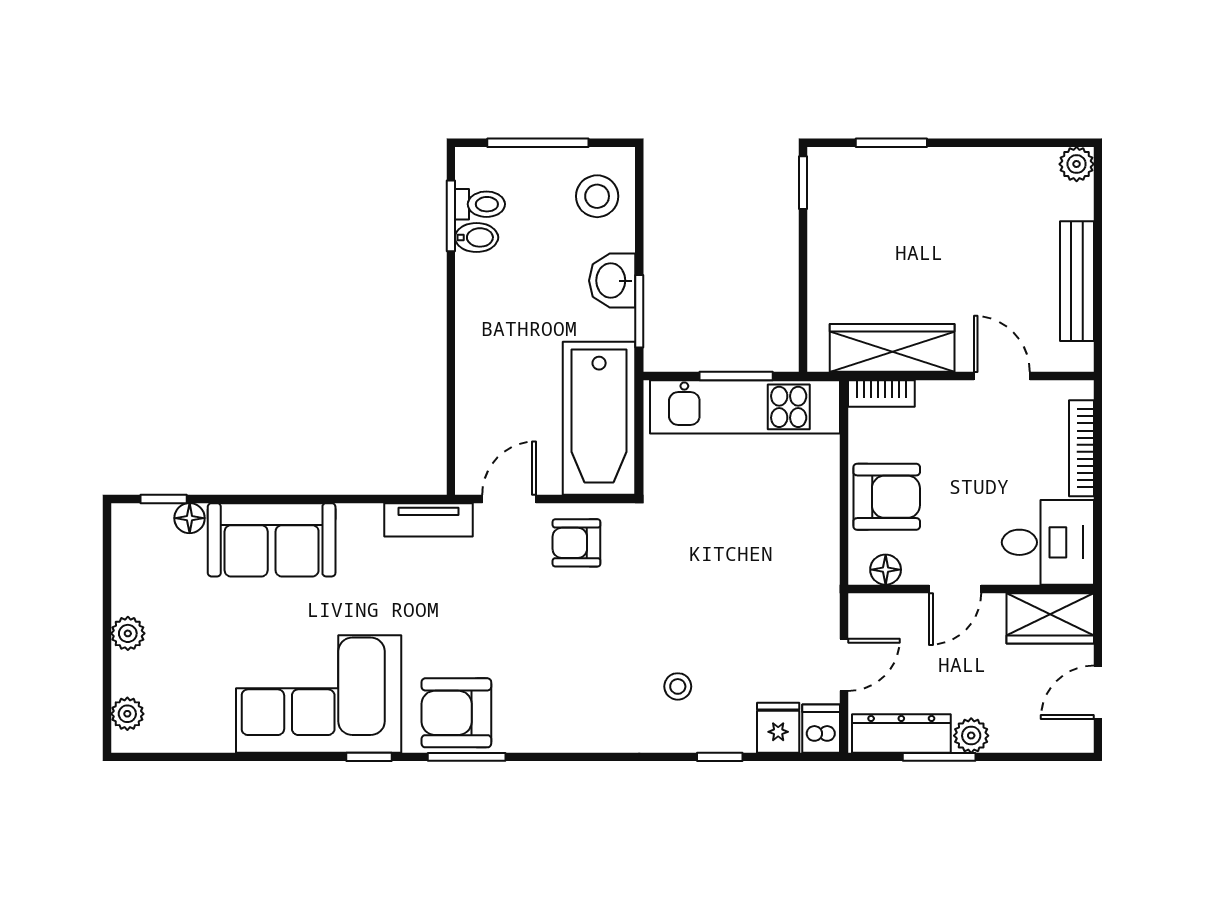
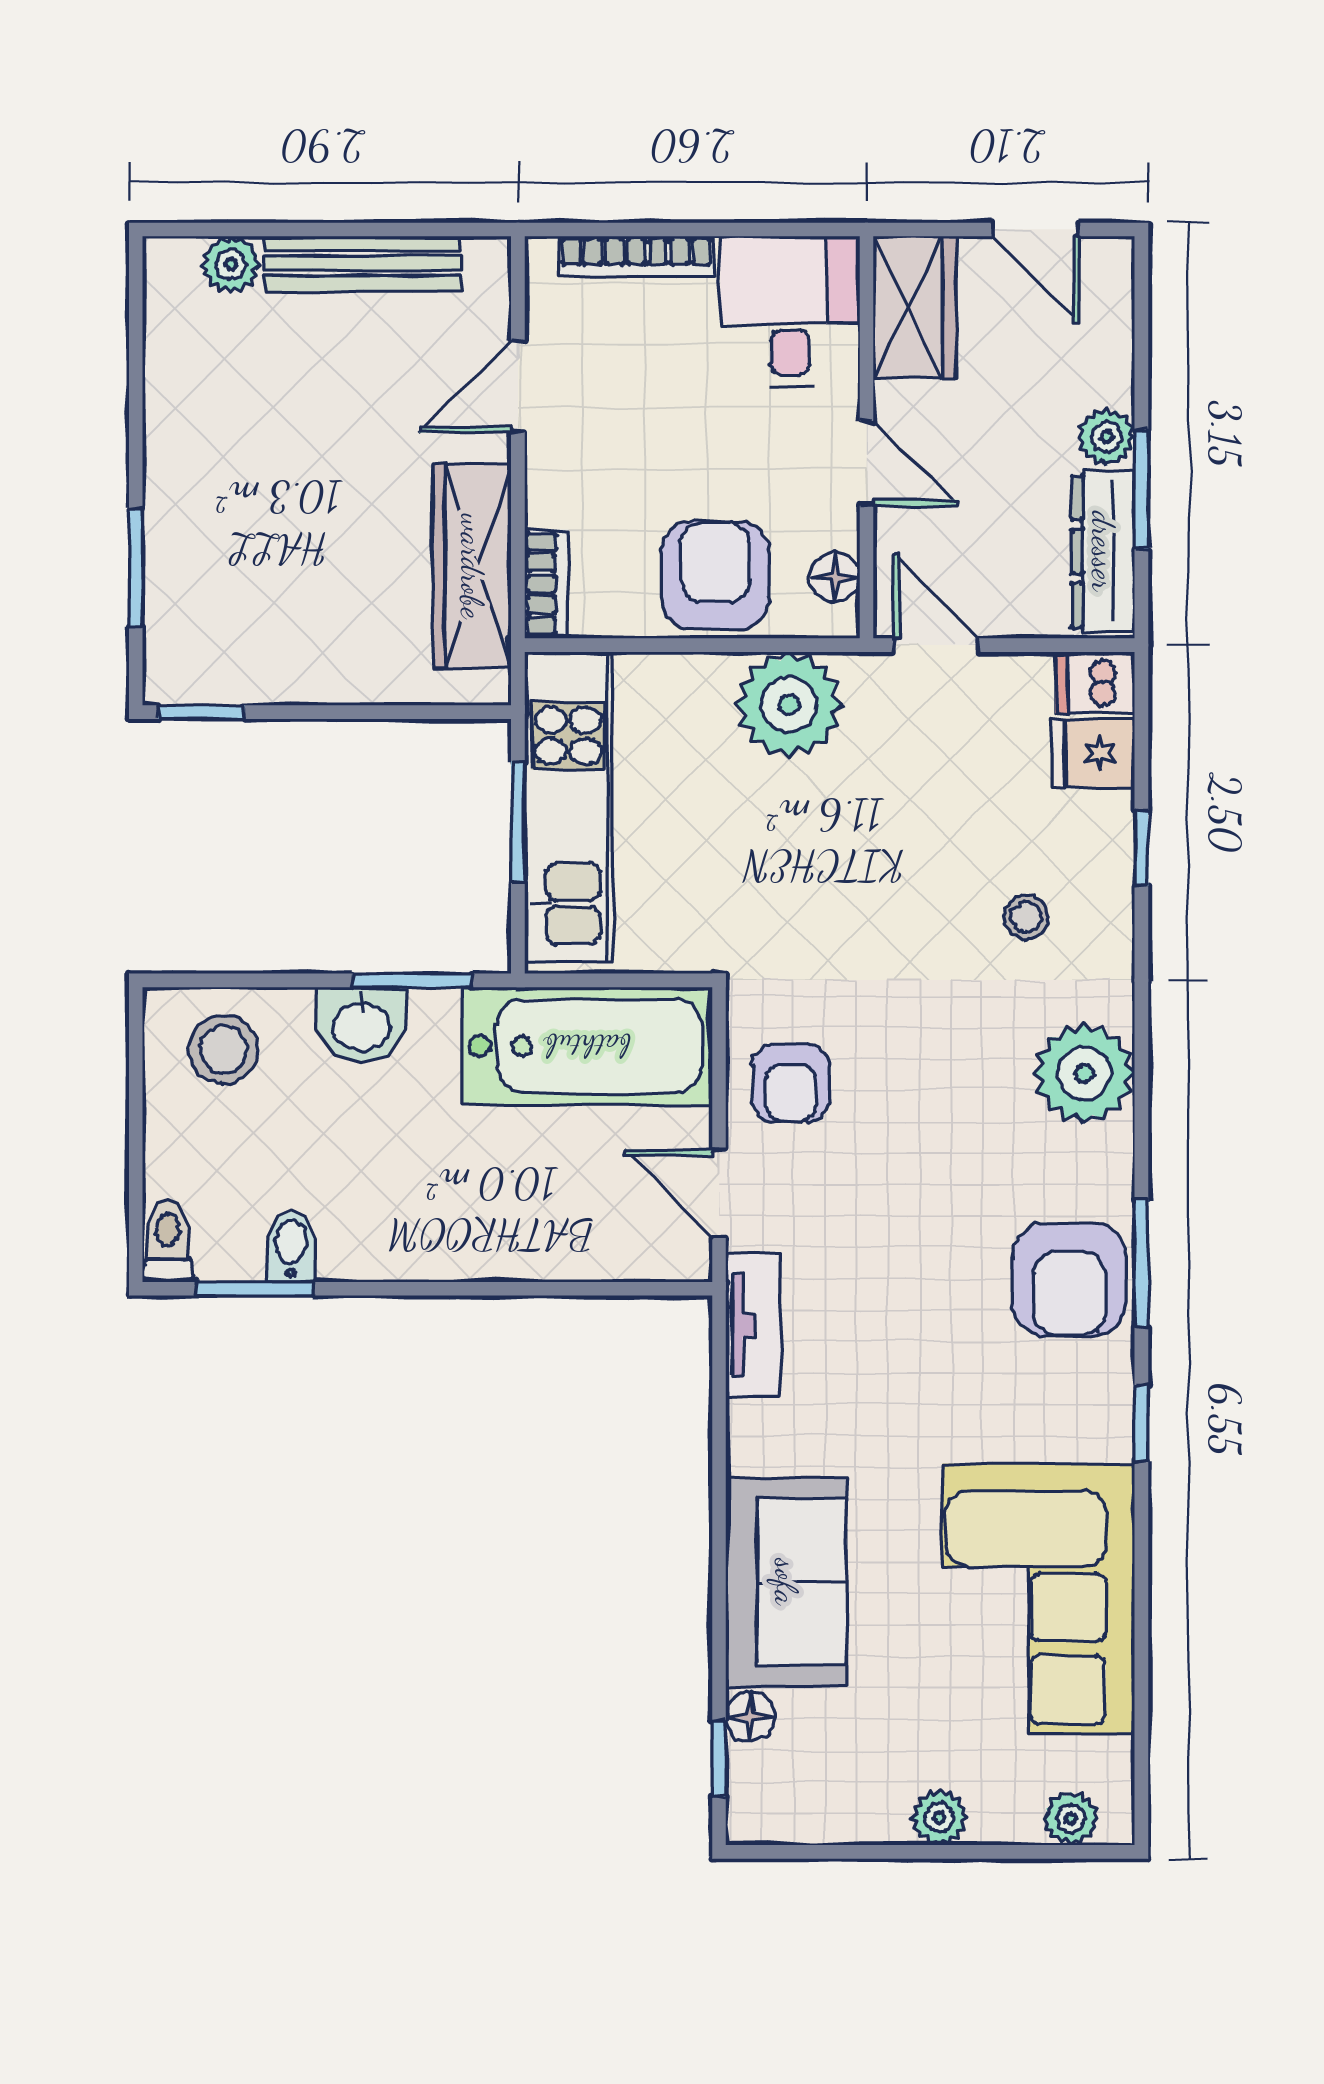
window: (538, 143) -> (136, 1146), removed
plant: (1077, 164) -> (231, 264), moved
toilet: (480, 204) -> (168, 1241), moved
plant: (808, 542) -> (789, 705), added
door: (844, 665) -> (936, 645), moved
corner sofa: (319, 694) -> (1038, 1599), moved
plant: (583, 722) -> (1084, 1073), added

